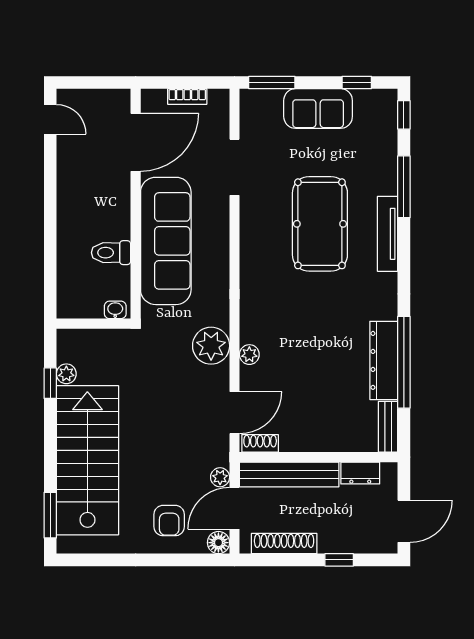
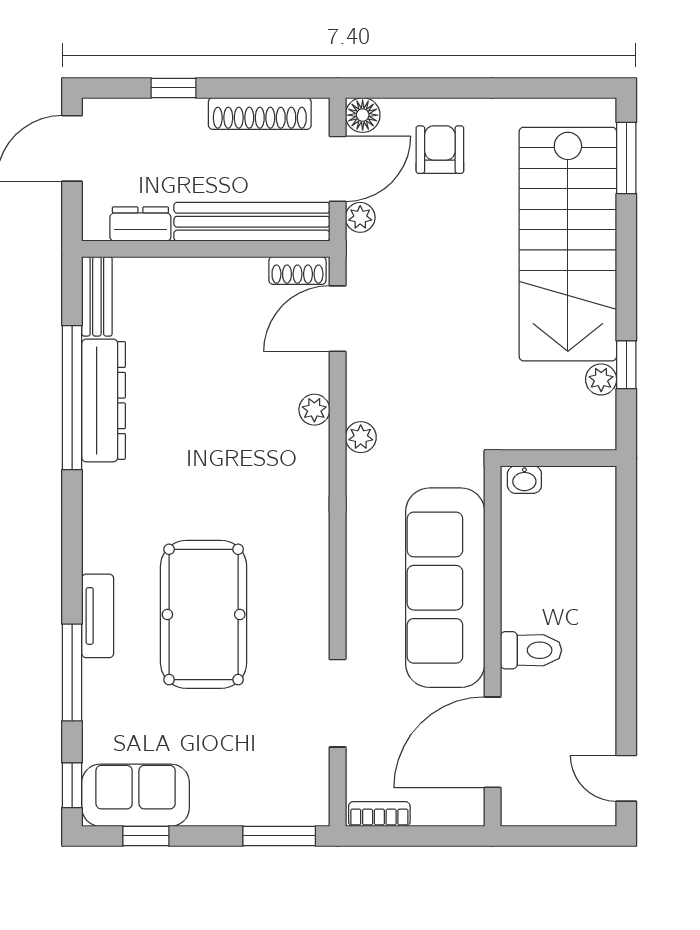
bookcase: (187, 96) -> (379, 814), moved
sofa: (318, 109) -> (136, 795), moved
tv unit: (388, 234) -> (98, 616), width x0.71
toilet: (111, 253) -> (531, 650), moved
plant: (211, 346) -> (361, 437), width x0.53, depth x0.53

